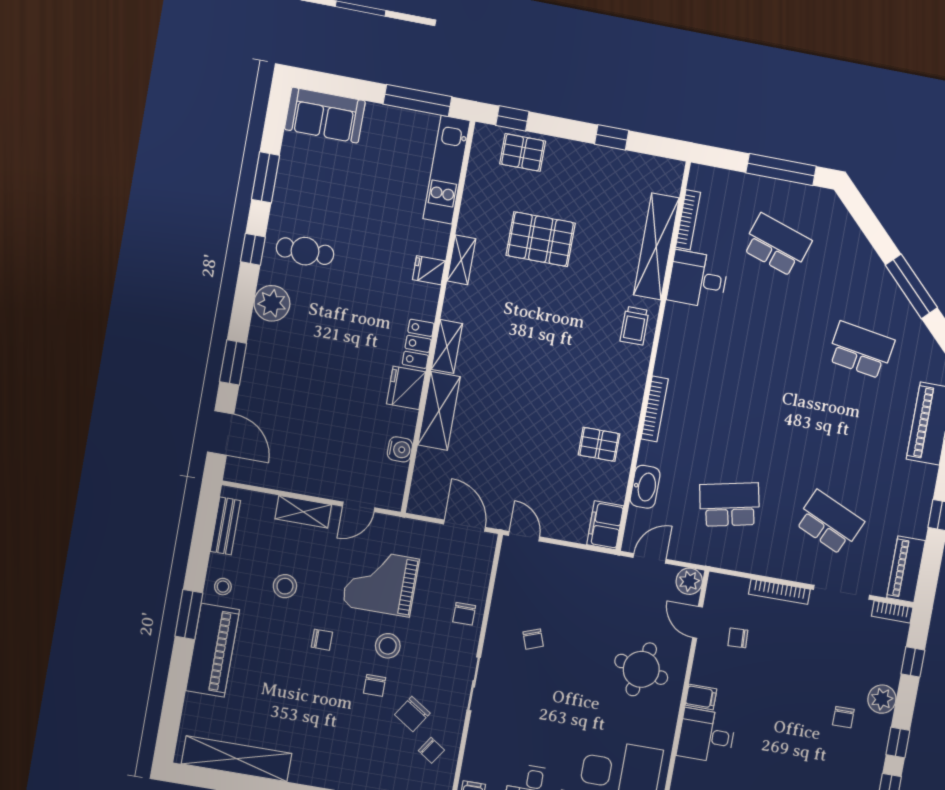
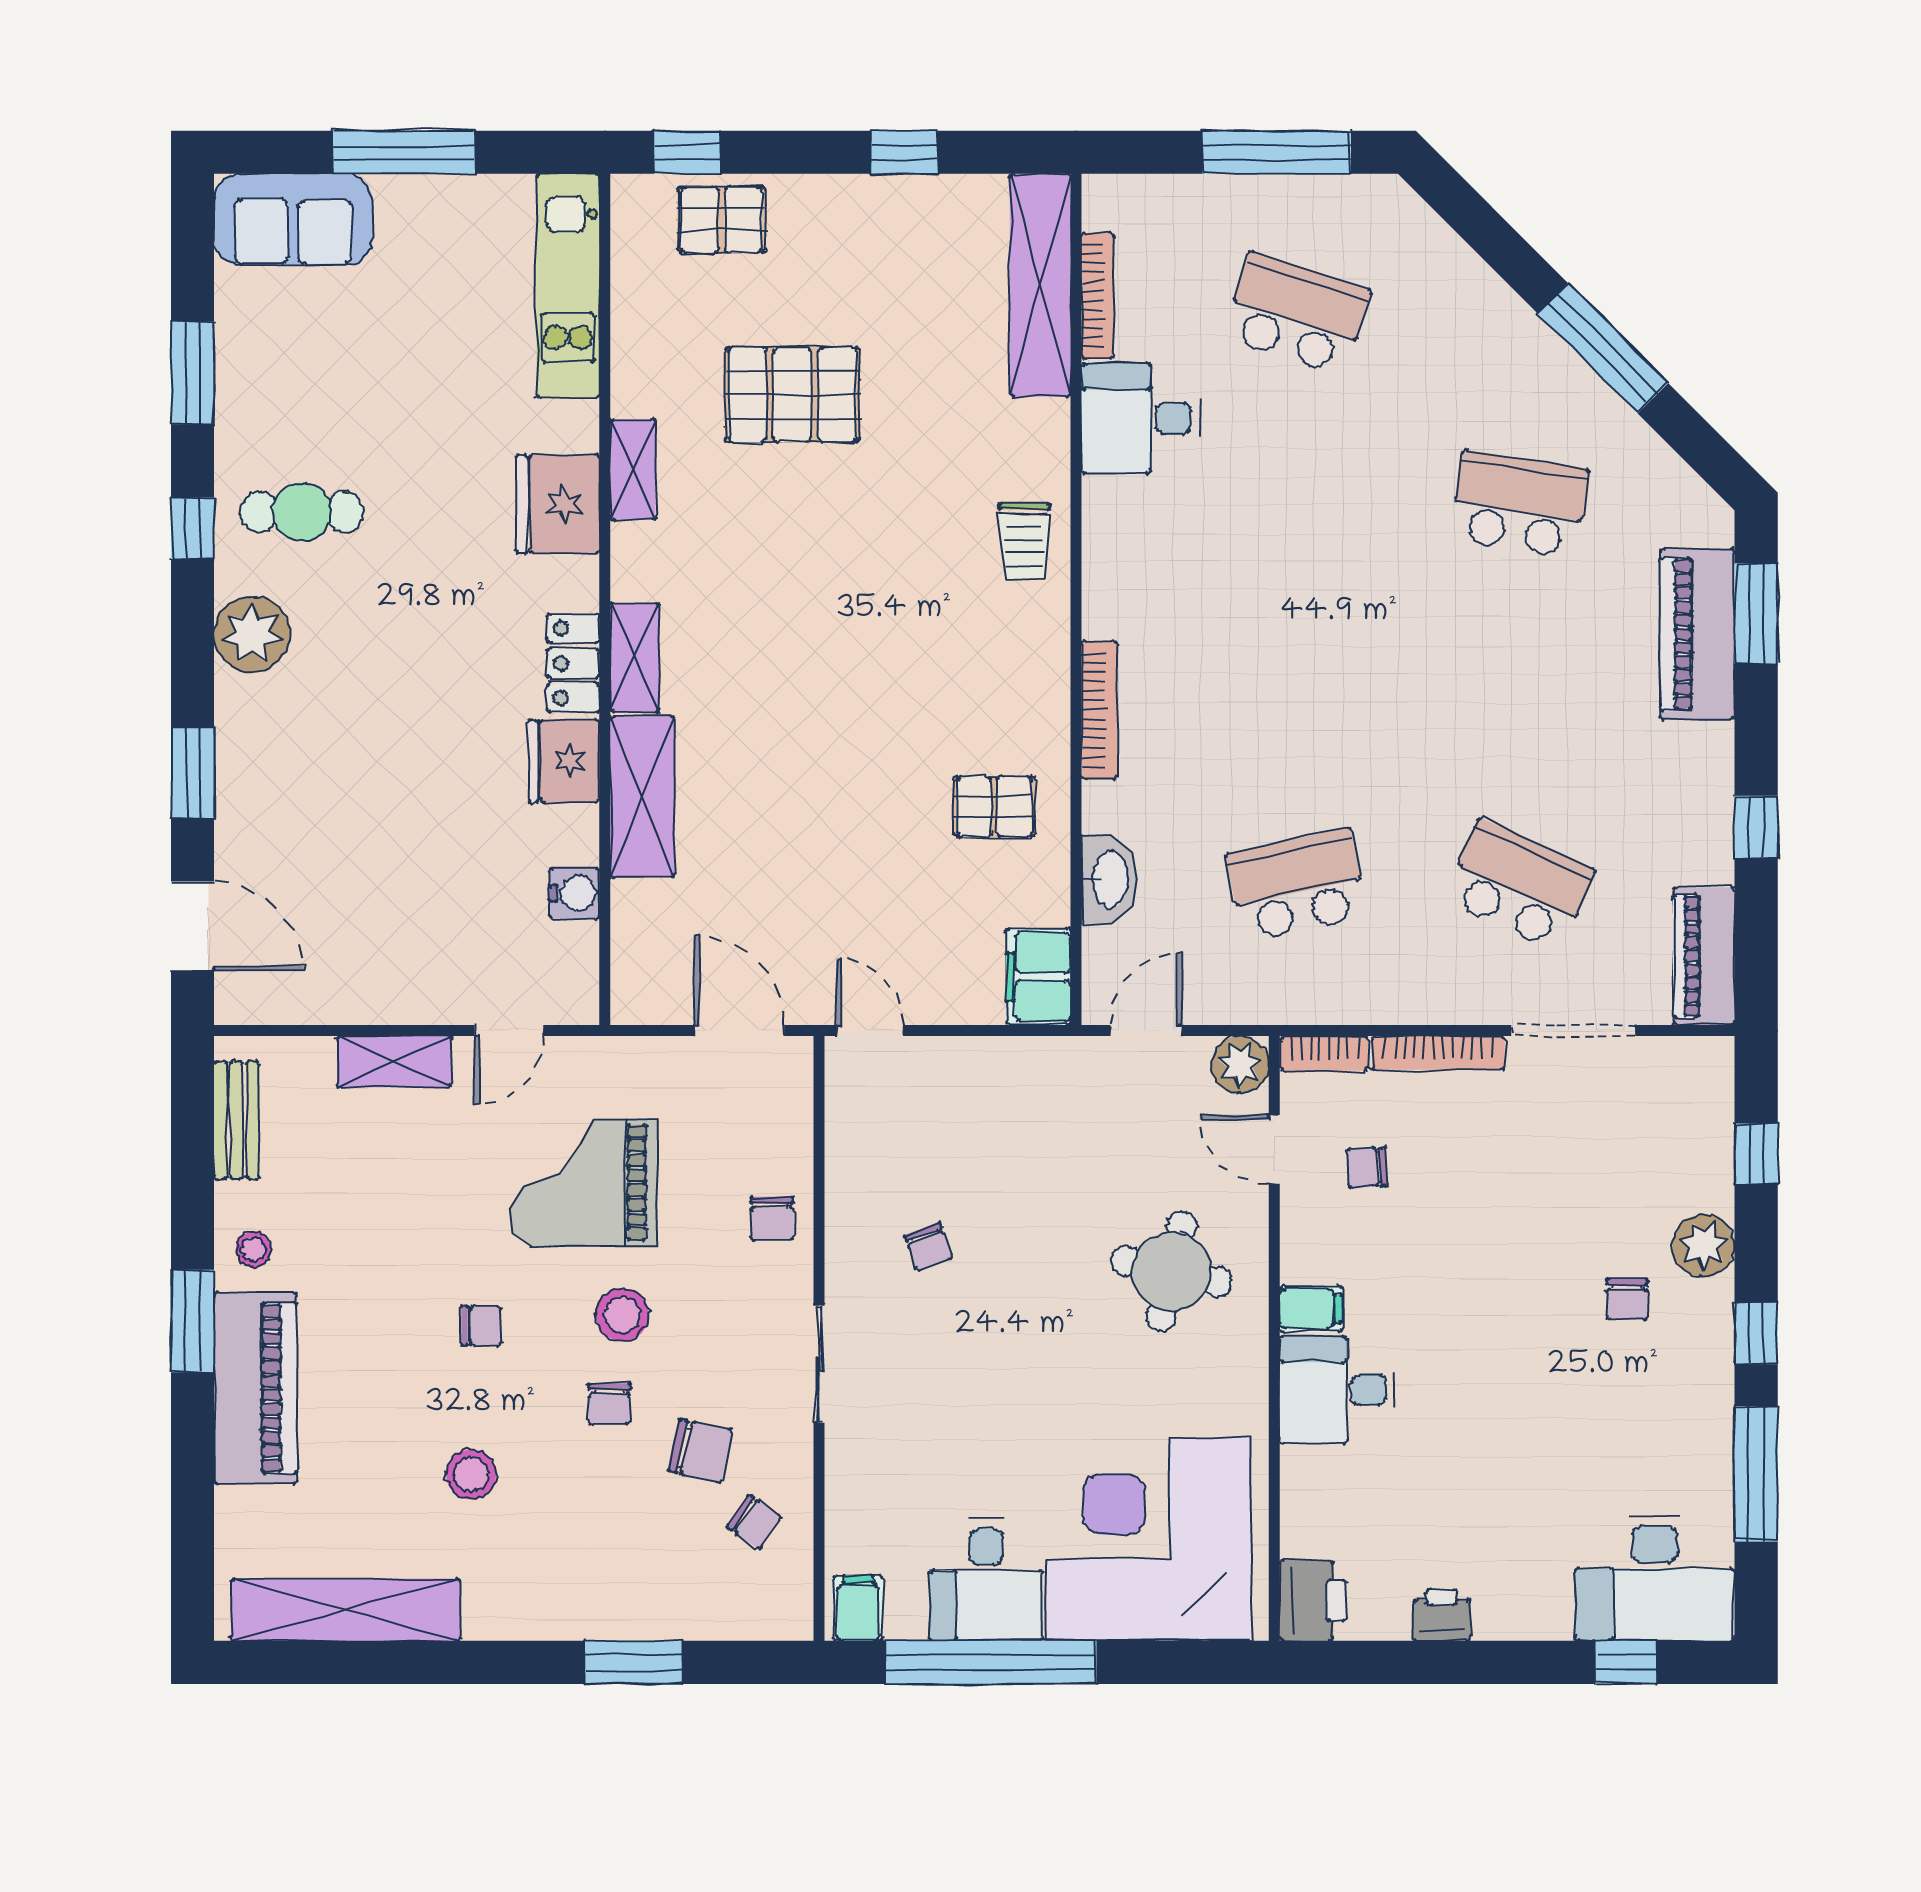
window: (418, 100) -> (404, 152), moved
shelving: (656, 246) -> (1040, 285), moved
fridge: (429, 270) -> (558, 504), width x1.88, depth x1.34
stool: (285, 586) -> (471, 1474), moved
bookcase: (892, 612) -> (1325, 1053), moved
chair: (412, 714) -> (700, 1451), turned -110

